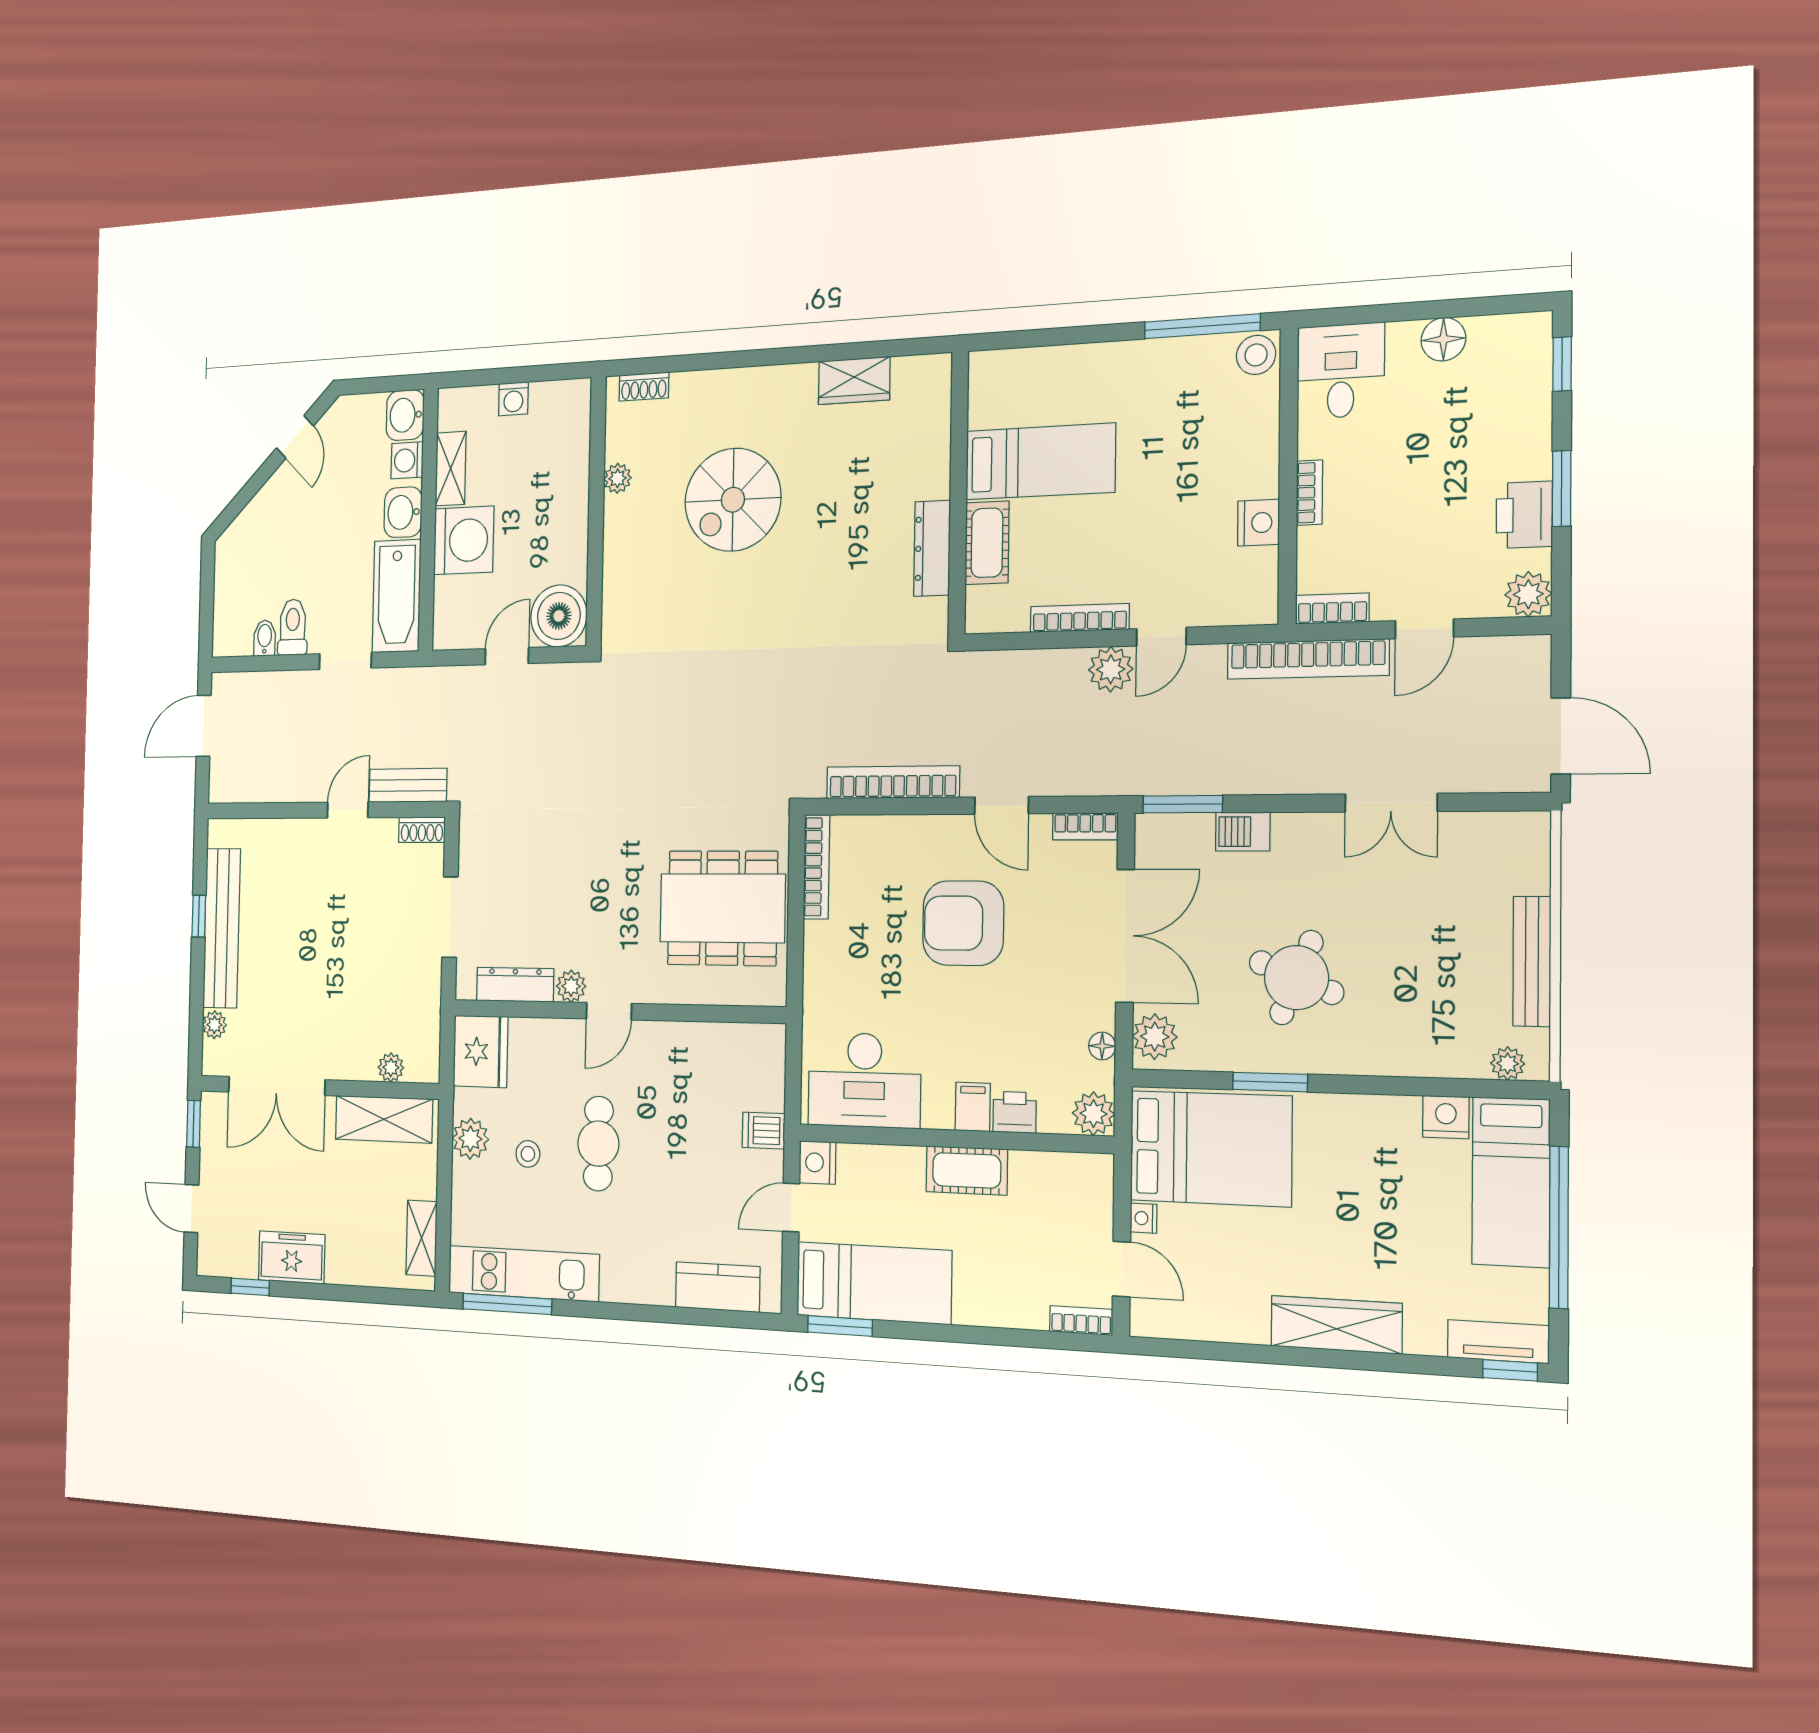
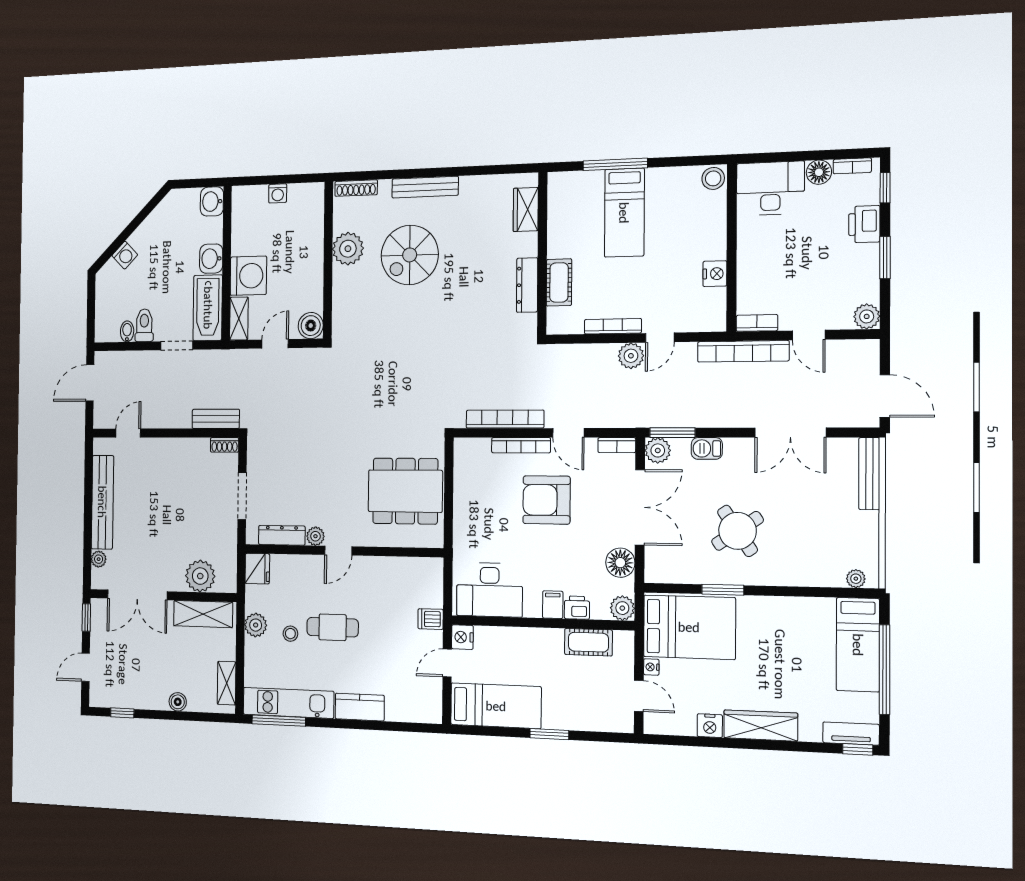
window: (1202, 326) -> (615, 164), moved
desk: (1341, 371) -> (770, 188), width x1.37
wardrobe: (854, 381) -> (526, 210), moved, turned 90
bench: (760, 382) -> (425, 187), added
shoe rack: (644, 387) -> (356, 188), width x1.43
door: (295, 437) -> (144, 213), removed
washing machine: (407, 460) -> (125, 255), moved, turned -135
bed: (1040, 462) -> (624, 213), moved, turned 90
shelving: (451, 469) -> (239, 319), moved
plant: (618, 478) -> (348, 249), width x1.88, depth x1.88
bookcase: (1309, 493) -> (852, 166), moved, turned 90
printer: (1524, 515) -> (864, 224), moved
boiler: (559, 616) -> (311, 326), width x0.73, depth x0.73
door: (1424, 629) -> (809, 335), hinge flipped
double door: (1391, 803) -> (790, 433), width x1.37
door: (348, 810) -> (128, 433), moved
bookcase: (816, 867) -> (521, 445), moved, turned 90
window: (199, 916) -> (88, 495), removed
bench: (1532, 961) -> (869, 474), moved
round table: (1296, 978) -> (737, 531), turned 34
plant: (1155, 1037) -> (658, 450), moved
floor lamp: (1102, 1046) -> (620, 563), width x1.89, depth x1.89
fridge: (481, 1051) -> (257, 569), width x0.73, depth x0.75
plant: (391, 1067) -> (200, 576), width x1.87, depth x1.87
nightstand: (1446, 1117) -> (710, 726), moved, turned 180
cafe table: (598, 1144) -> (333, 627), turned 90
cot: (967, 1170) -> (588, 642), moved
door: (191, 1209) -> (86, 667), hinge flipped
freezer: (292, 1257) -> (148, 695), removed
boiler: (341, 1269) -> (178, 702), added
kitchen counter: (718, 1287) -> (360, 707), moved
bookcase: (1081, 1320) -> (616, 725), removed
window: (840, 1326) -> (549, 734), moved

